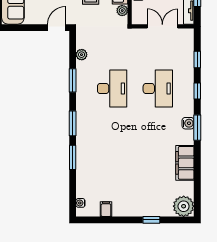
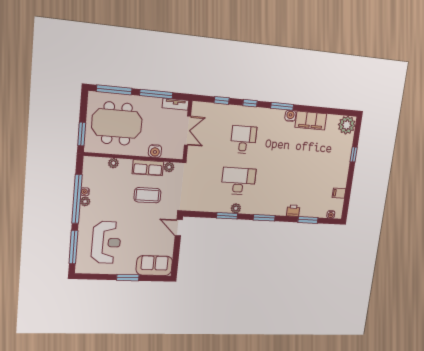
double door: (162, 26) -> (188, 131), swing flipped
plant: (82, 55) -> (236, 208), moved
desk: (158, 89) -> (243, 140), width x0.73
water cooler: (188, 123) -> (290, 116), moved
printer: (82, 156) -> (293, 211), added
window: (73, 157) -> (308, 220), moved

